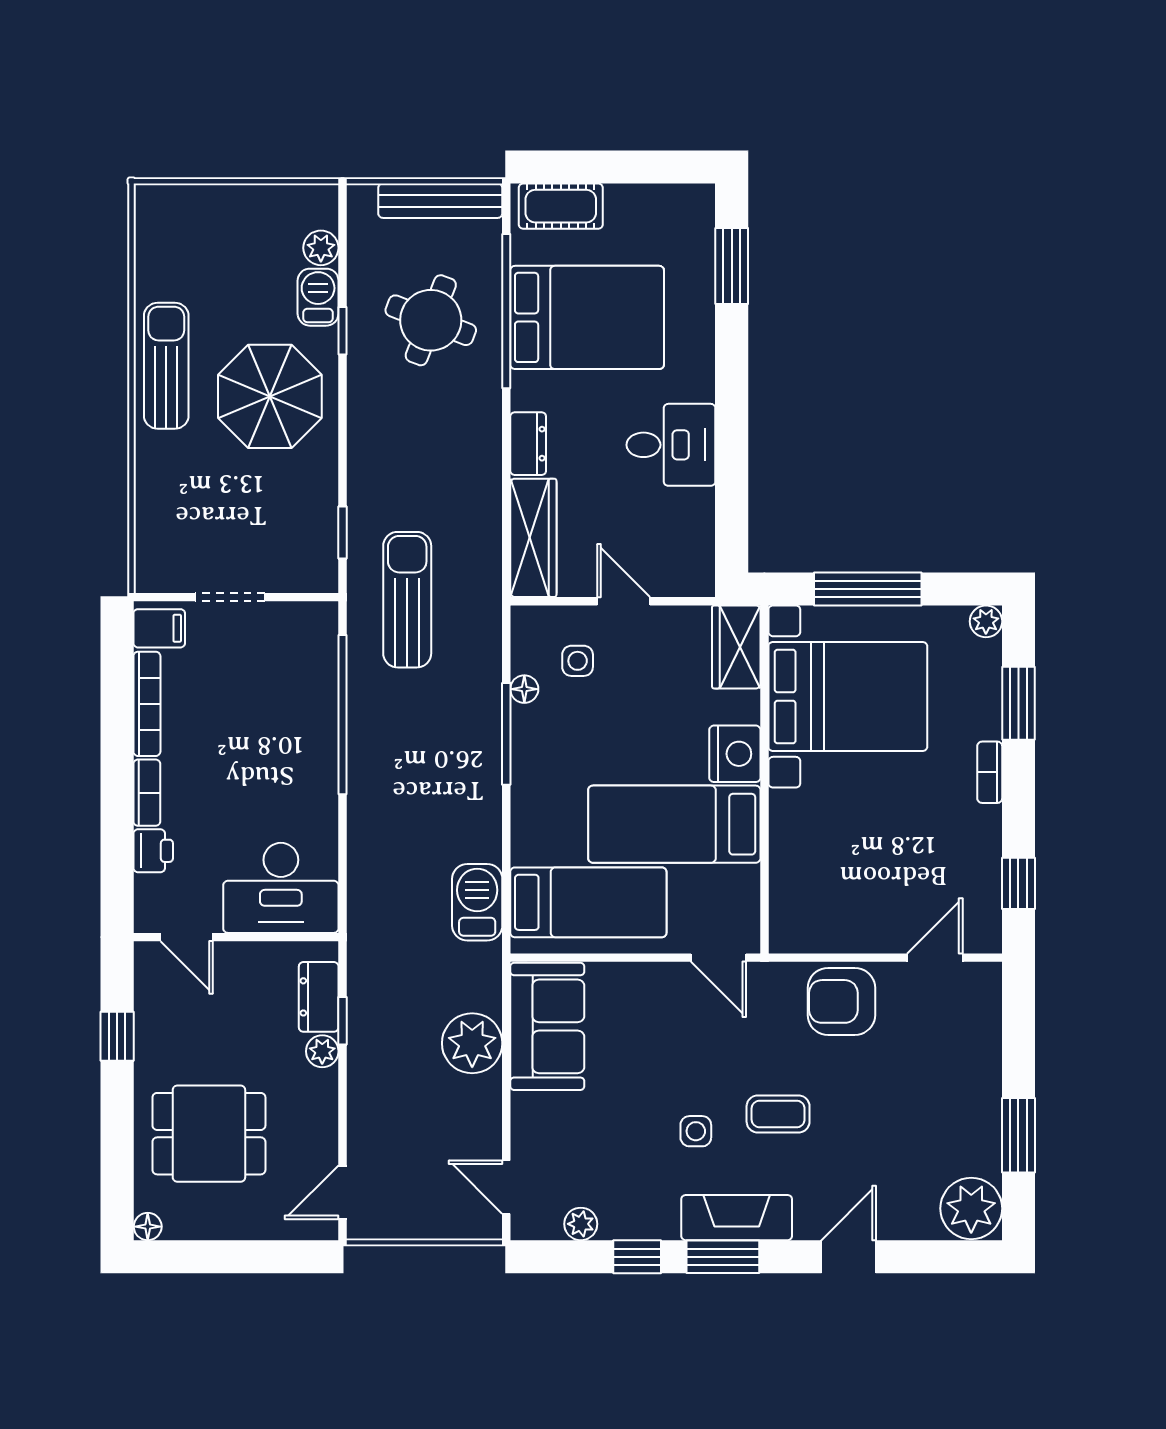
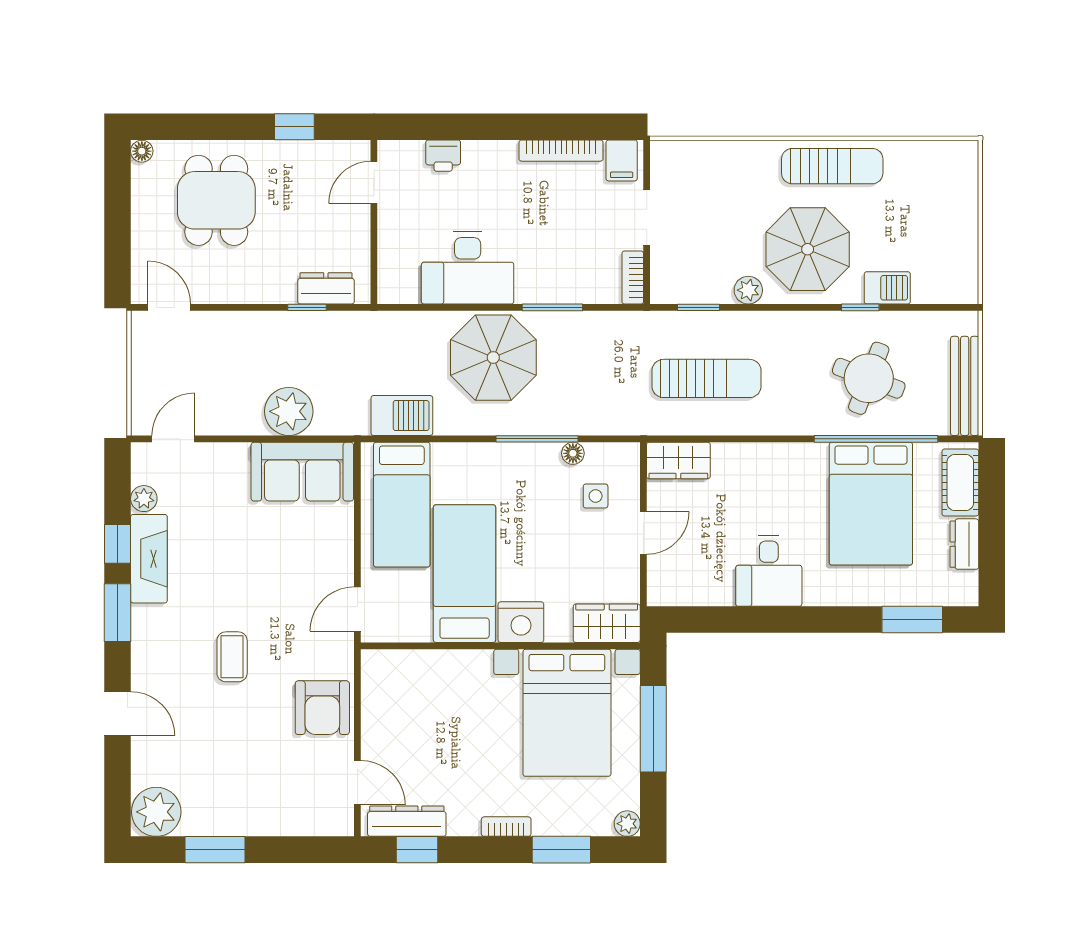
plant: (321, 248) -> (748, 290), moved
dresser: (528, 444) -> (964, 544), moved, turned 90
wardrobe: (533, 538) -> (678, 461), width x0.67
sun lounger: (407, 600) -> (707, 378), moved
window: (342, 715) -> (552, 307), width x0.47
parasol: (405, 788) -> (493, 358), added
bookcase: (147, 793) -> (633, 277), moved, turned 90
desk: (281, 888) -> (468, 268), moved, turned -90
dresser: (983, 896) -> (407, 821), added
armchair: (841, 1001) -> (322, 708), turned 180
plant: (322, 1051) -> (282, 291), removed
side table: (696, 1131) -> (218, 591), removed
fireplace: (737, 1218) -> (149, 559), moved

